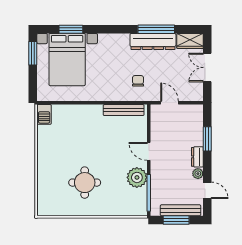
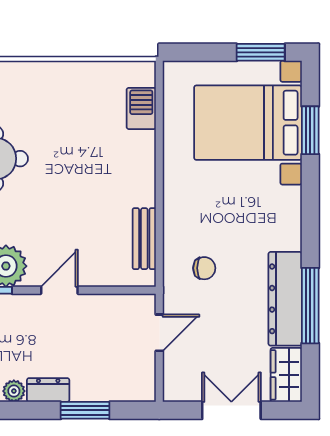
bench: (124, 110) -> (144, 239), width x0.73
barbecue: (44, 114) -> (141, 108), moved, turned 90

